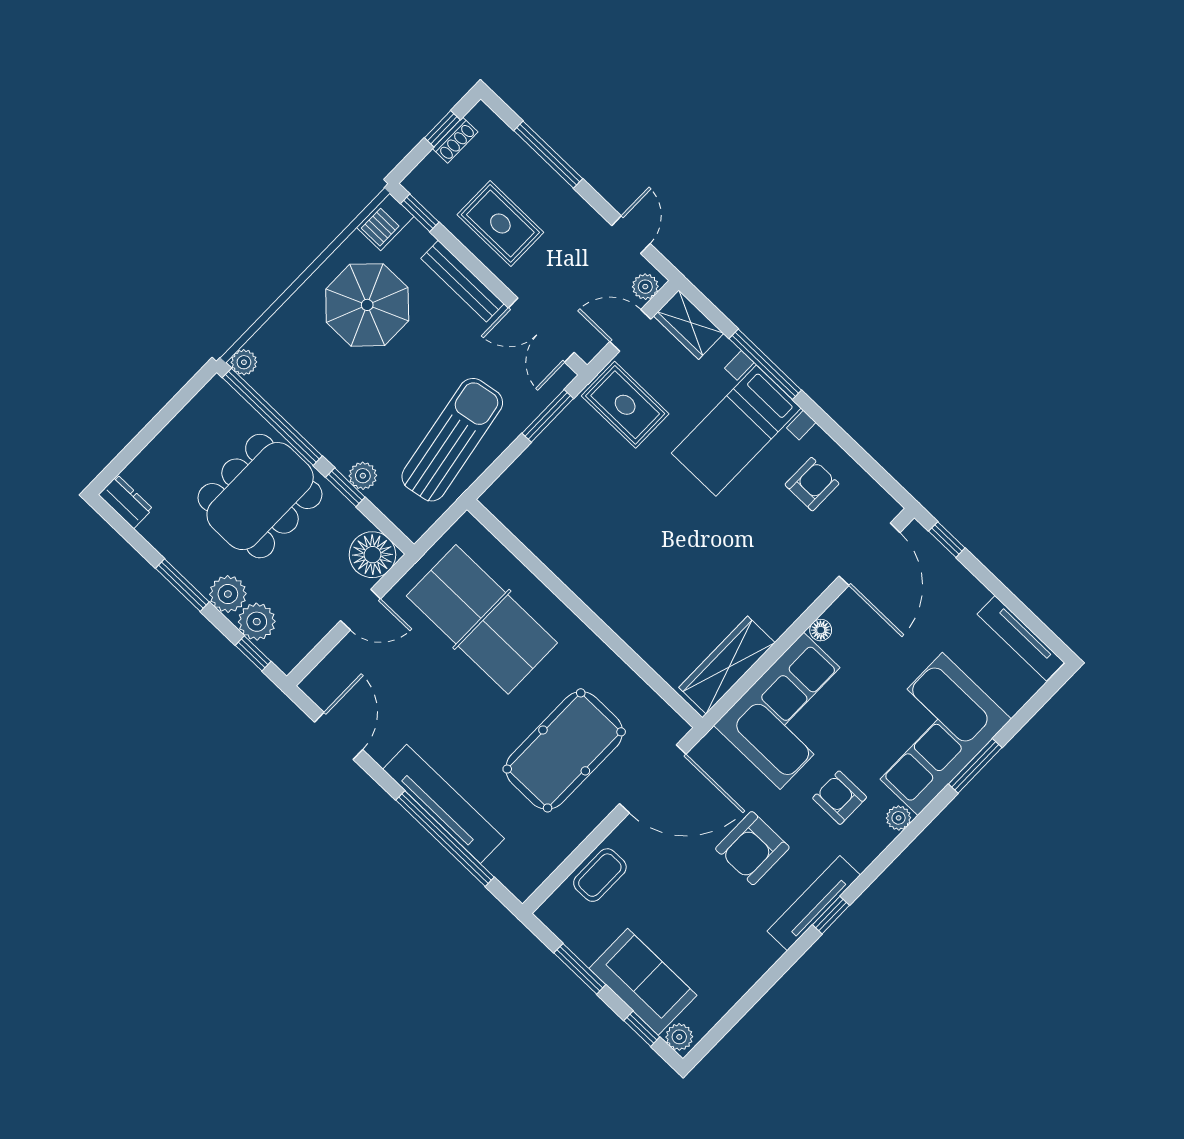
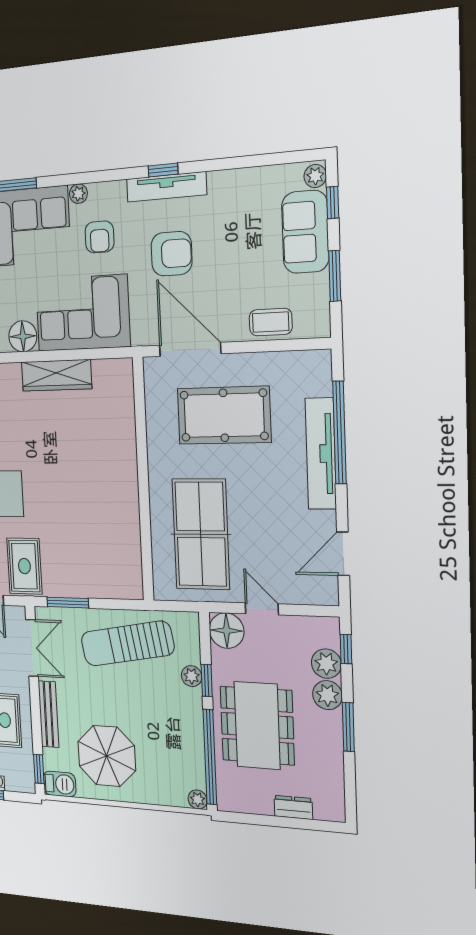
dining table: (260, 496) -> (257, 726), turned 90
dresser: (126, 502) -> (293, 807), moved, turned 90
floor lamp: (821, 630) -> (23, 336), width x1.89, depth x1.89
wardrobe: (727, 665) -> (56, 375), moved

